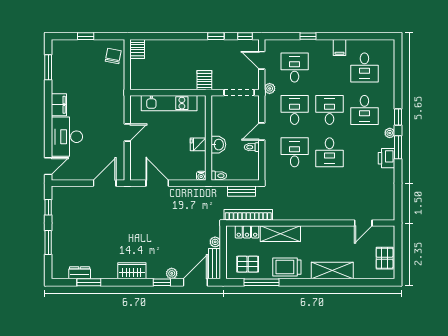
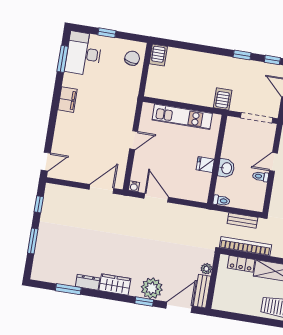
desk: (67, 137) -> (84, 54), moved
water cooler: (201, 176) -> (134, 186), moved
pallet: (248, 264) -> (236, 297), removed
dresser: (80, 273) -> (88, 282), moved
plant: (172, 273) -> (152, 288), width x1.87, depth x1.87
window: (261, 282) -> (248, 318), removed

